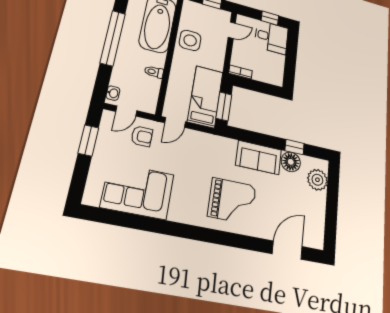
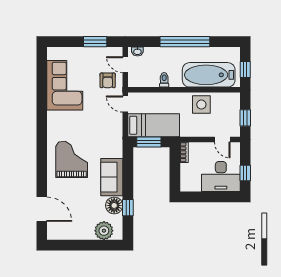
desk: (271, 37) -> (221, 177), width x1.37
grand piano: (232, 201) -> (72, 159), turned 180

